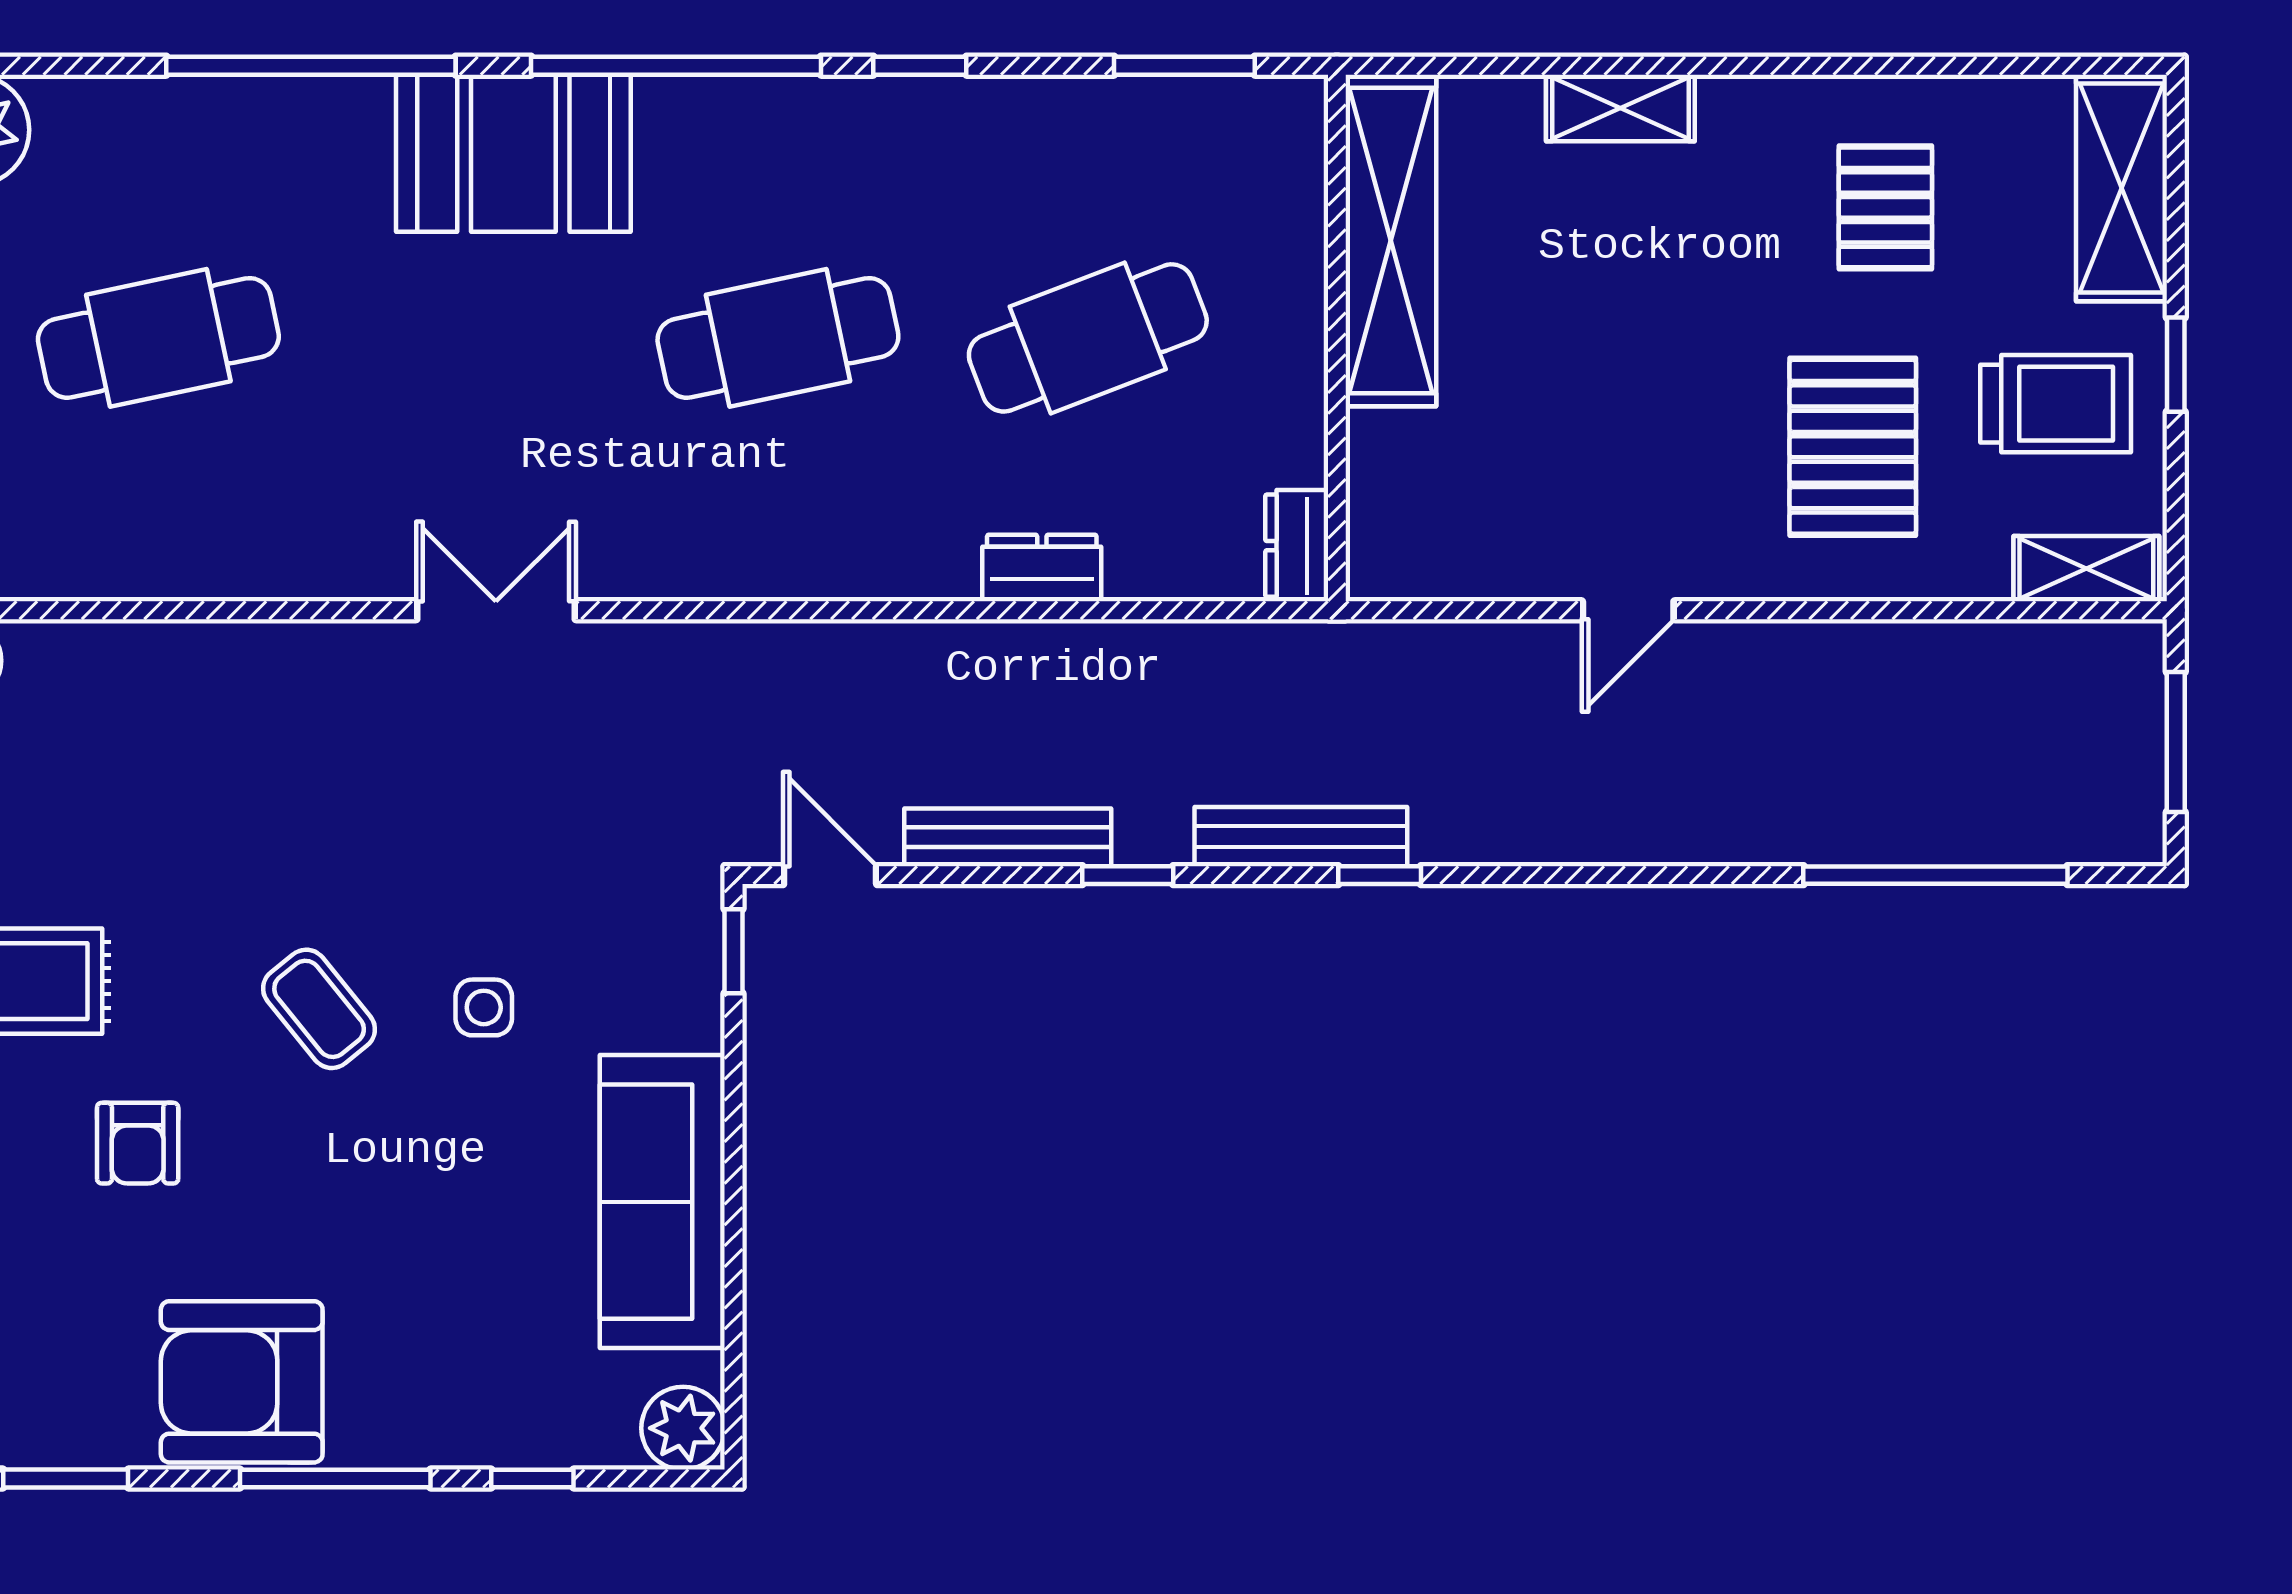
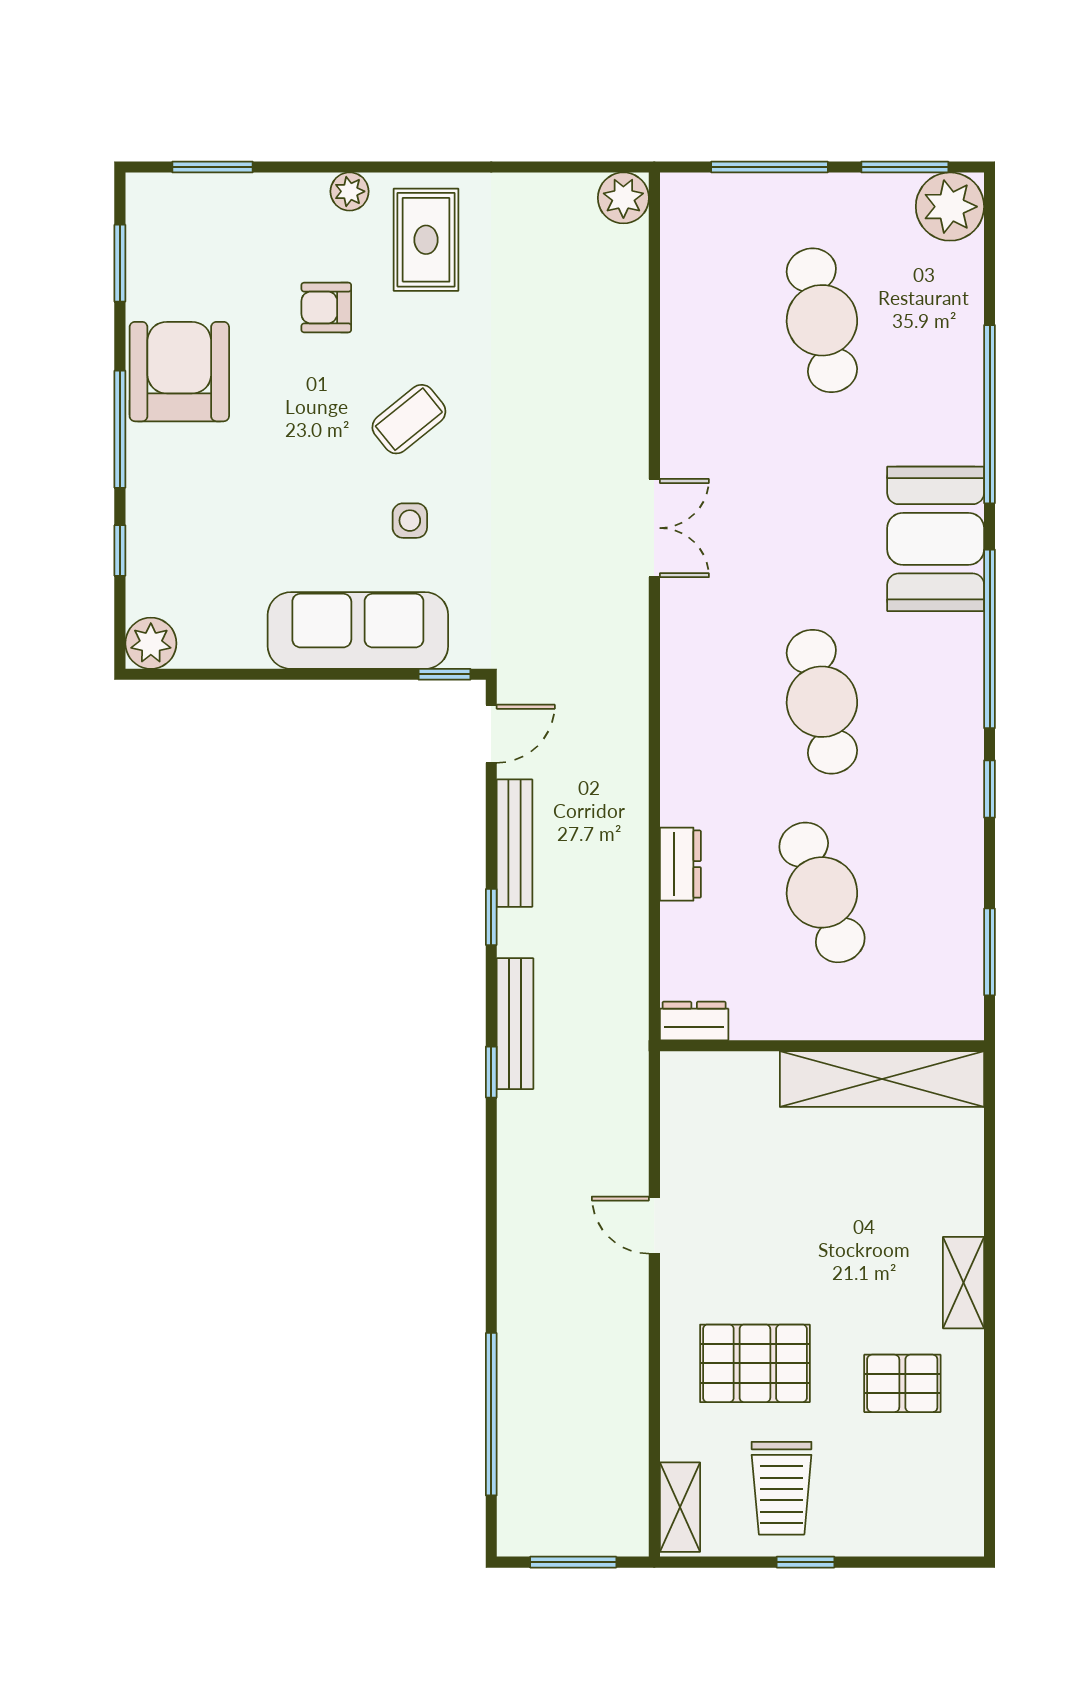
shelving: (1620, 108) -> (964, 1283), moved
shelving: (2122, 188) -> (914, 1529), removed
sofa: (662, 1202) -> (358, 630), moved

